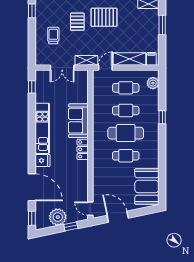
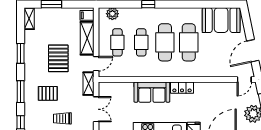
pallet: (104, 17) -> (58, 58), moved
door: (105, 68) -> (96, 64), swing flipped
cafe table: (126, 156) -> (189, 42), width x1.37, depth x1.35

